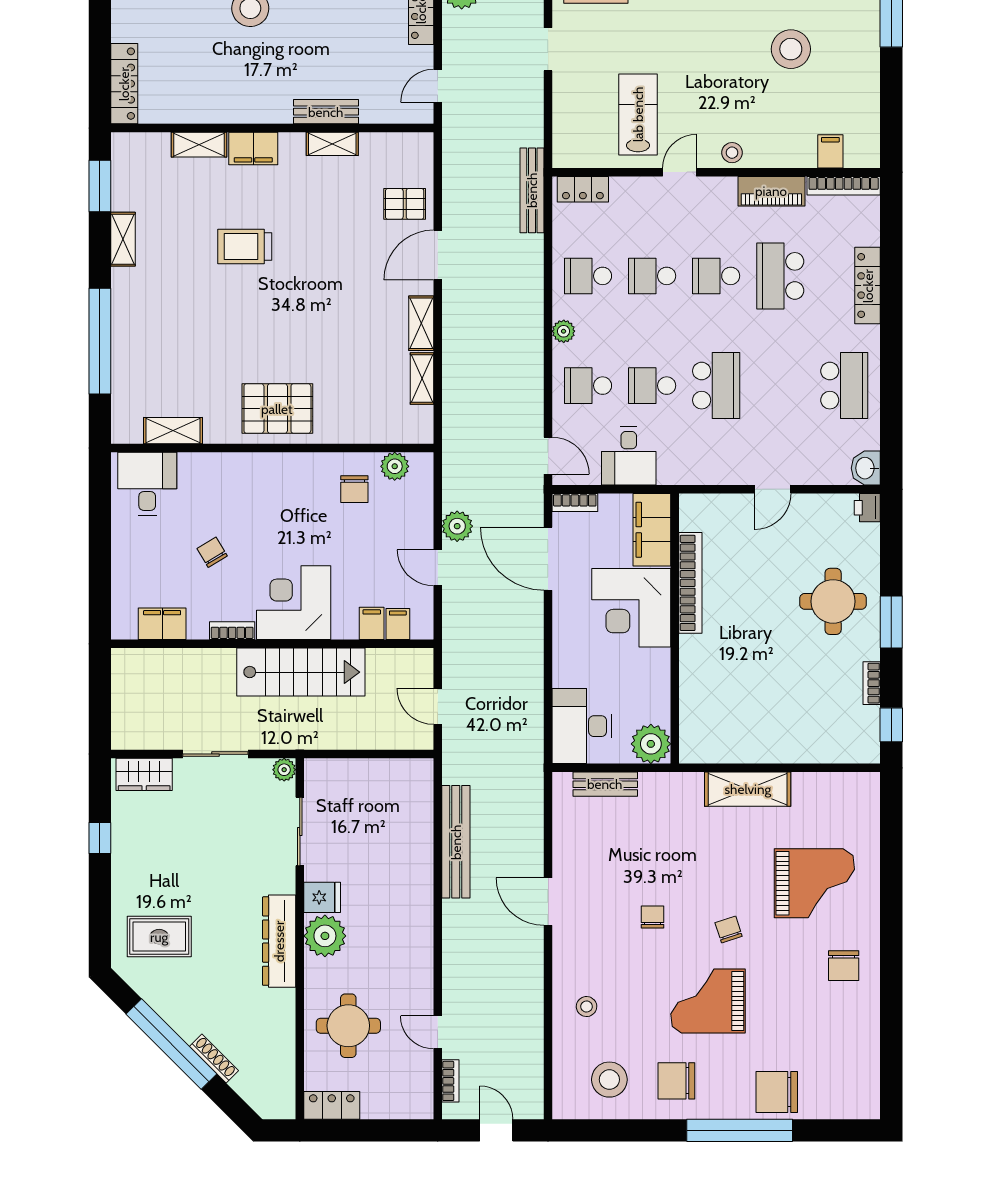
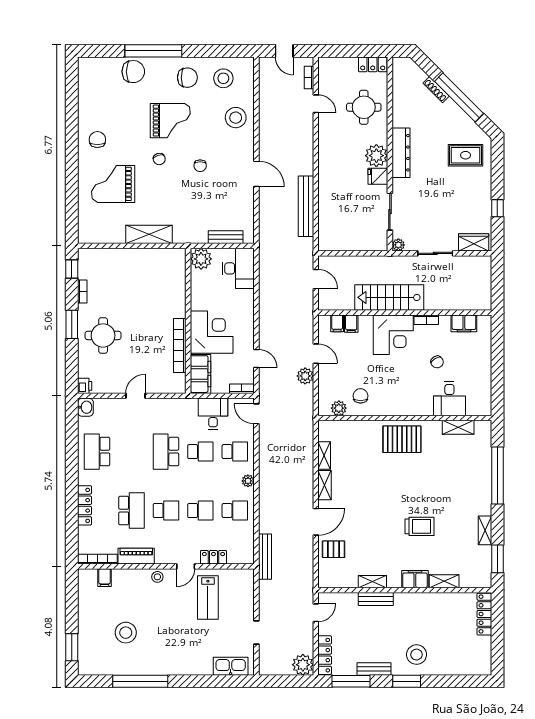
locker: (583, 189) -> (213, 557), moved
desk: (147, 484) -> (449, 399), moved
door: (548, 559) -> (256, 358), width x0.53
stool: (587, 1007) -> (236, 118), width x1.89, depth x1.89

